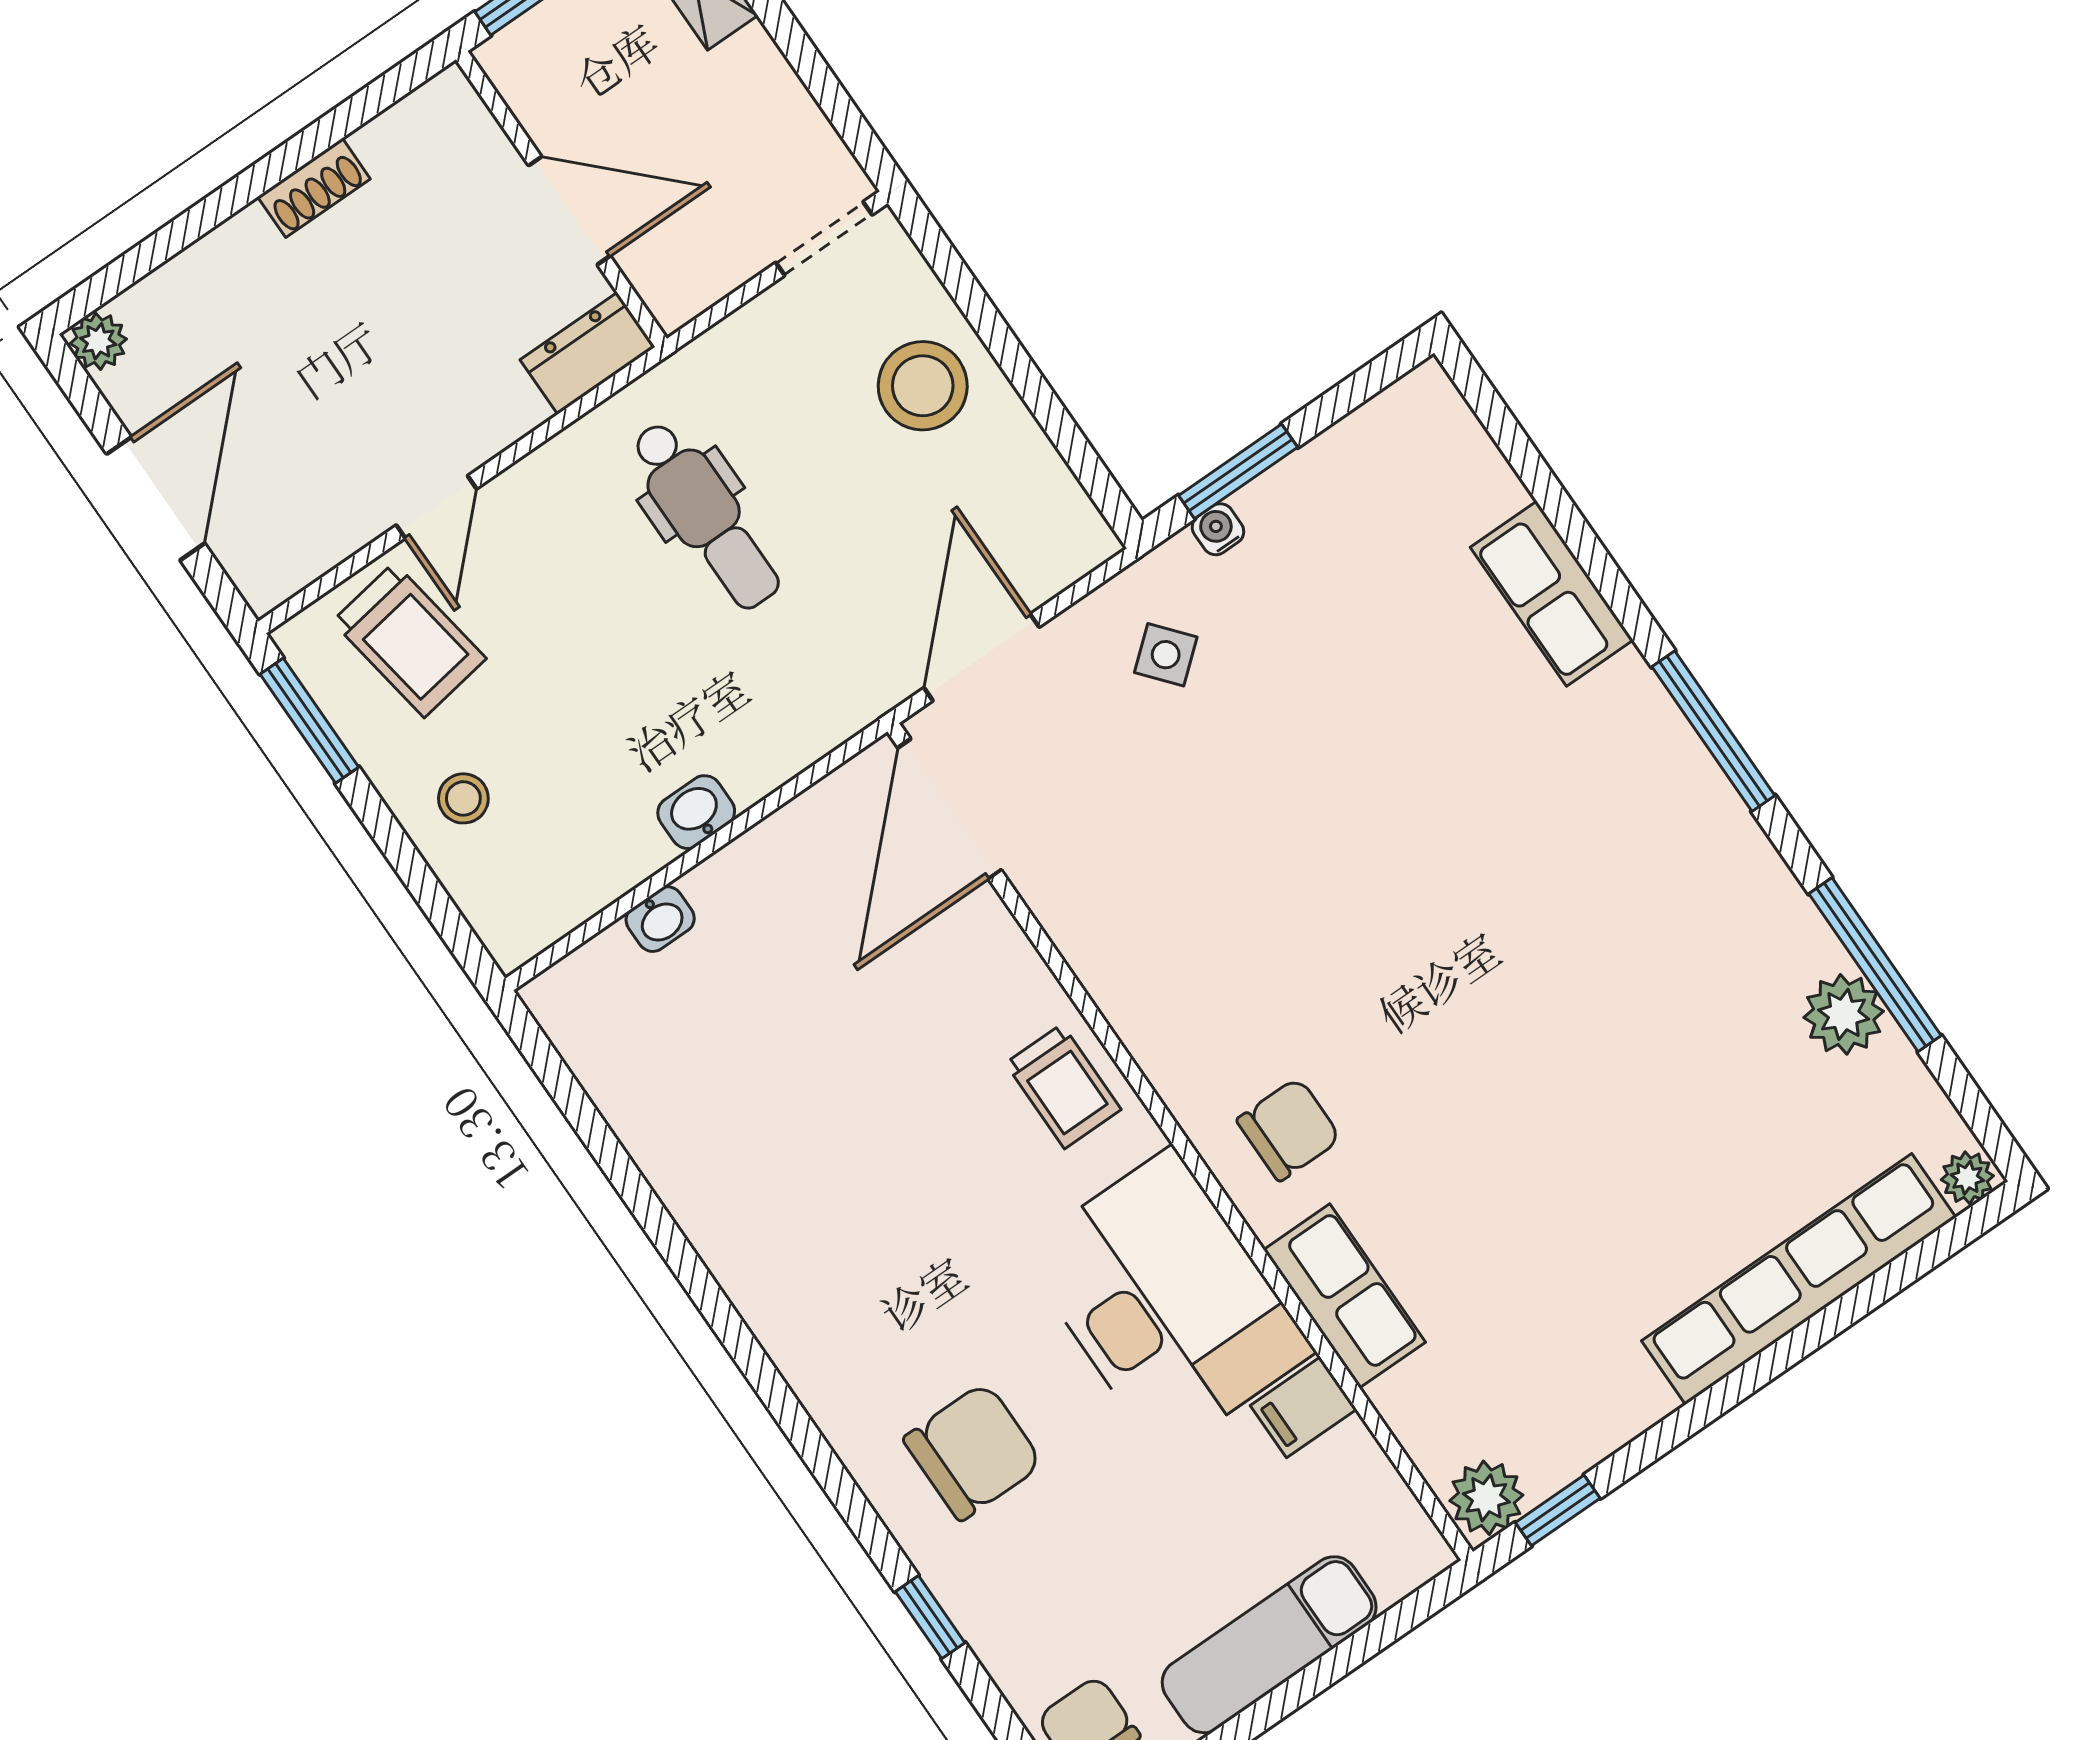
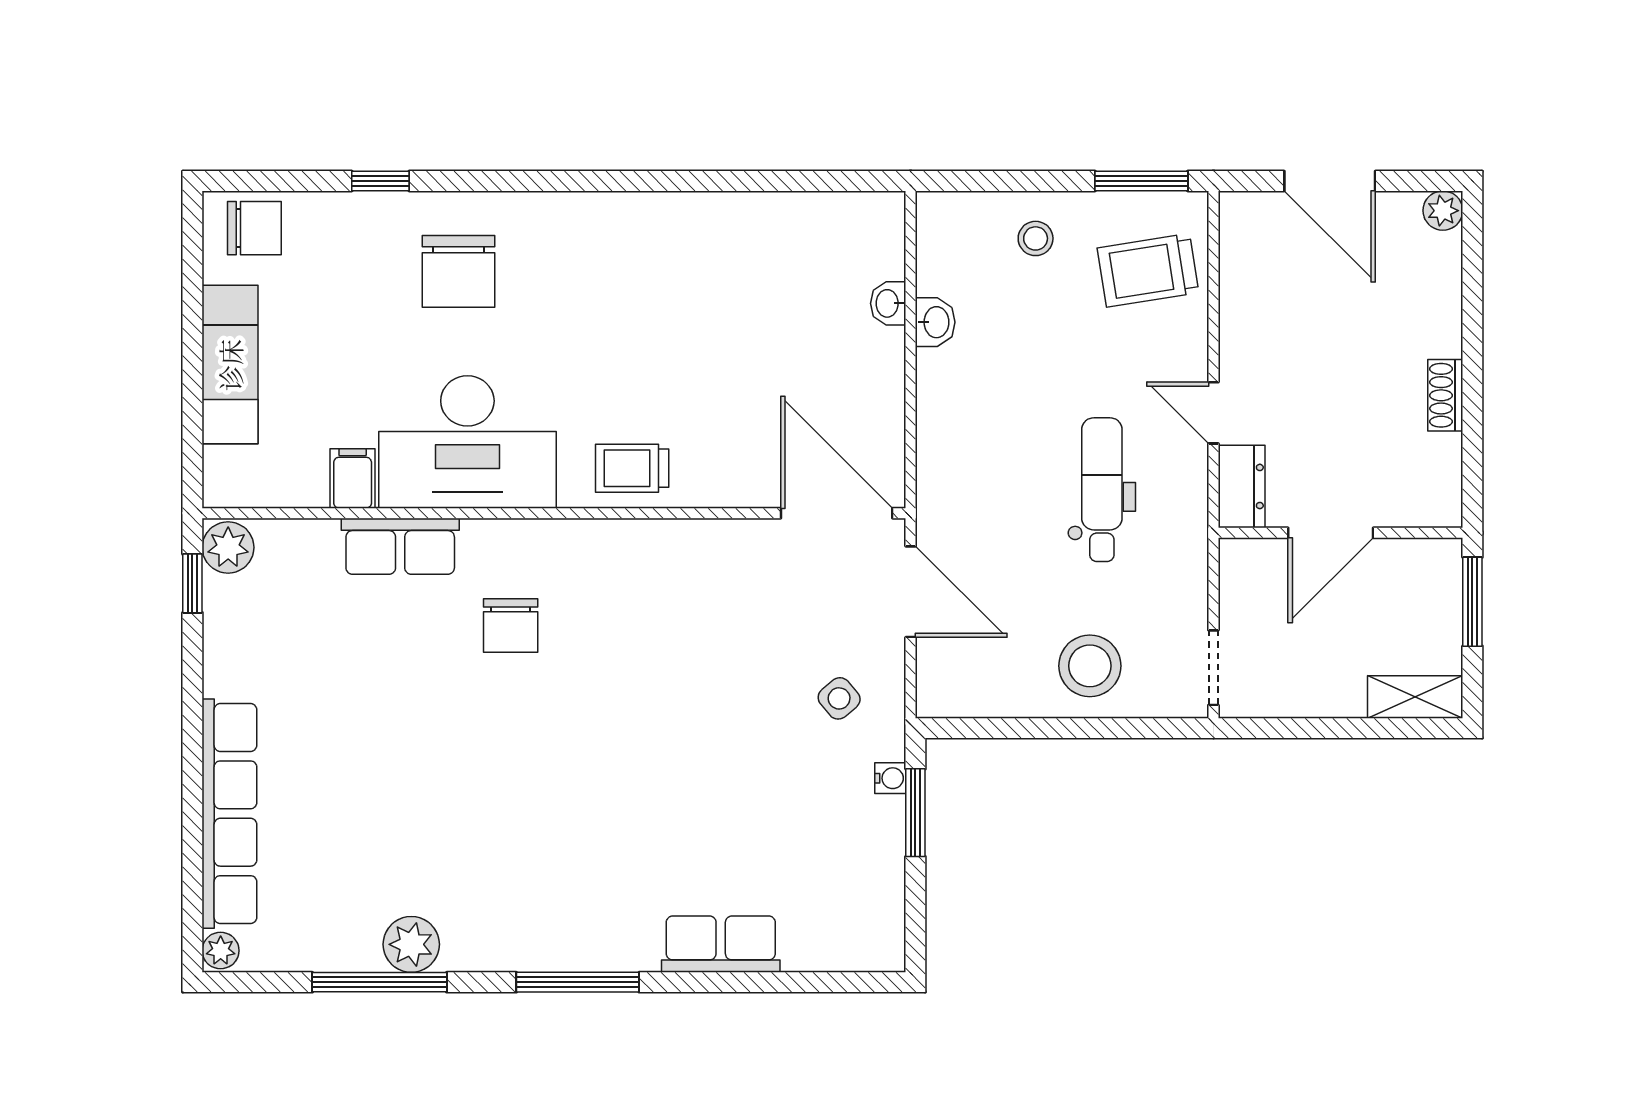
door: (436, 507) -> (1213, 413), moved
dental chair: (705, 515) -> (1102, 490), turned 90
washbasin: (696, 812) -> (935, 322), moved
plant: (1844, 1014) -> (411, 944), moved
chair: (1289, 1129) -> (511, 626), moved

